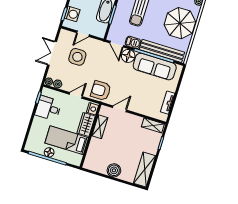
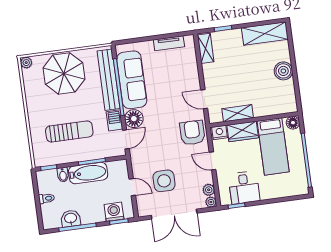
double door: (52, 53) -> (174, 214), width x1.37
armchair: (101, 91) -> (192, 133), turned 180
floor lamp: (49, 152) -> (293, 123), moved

